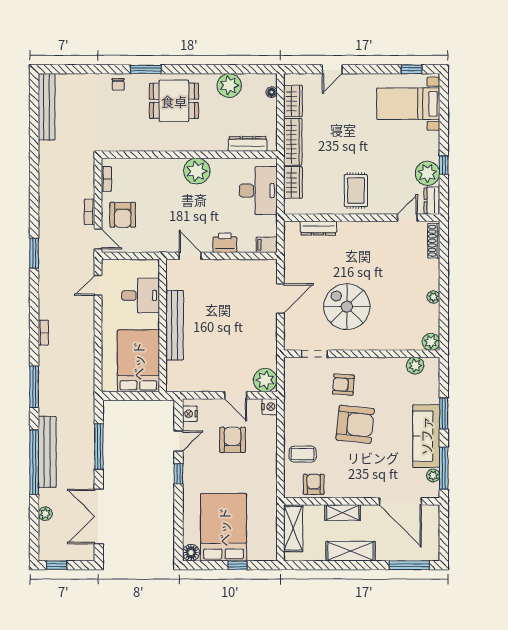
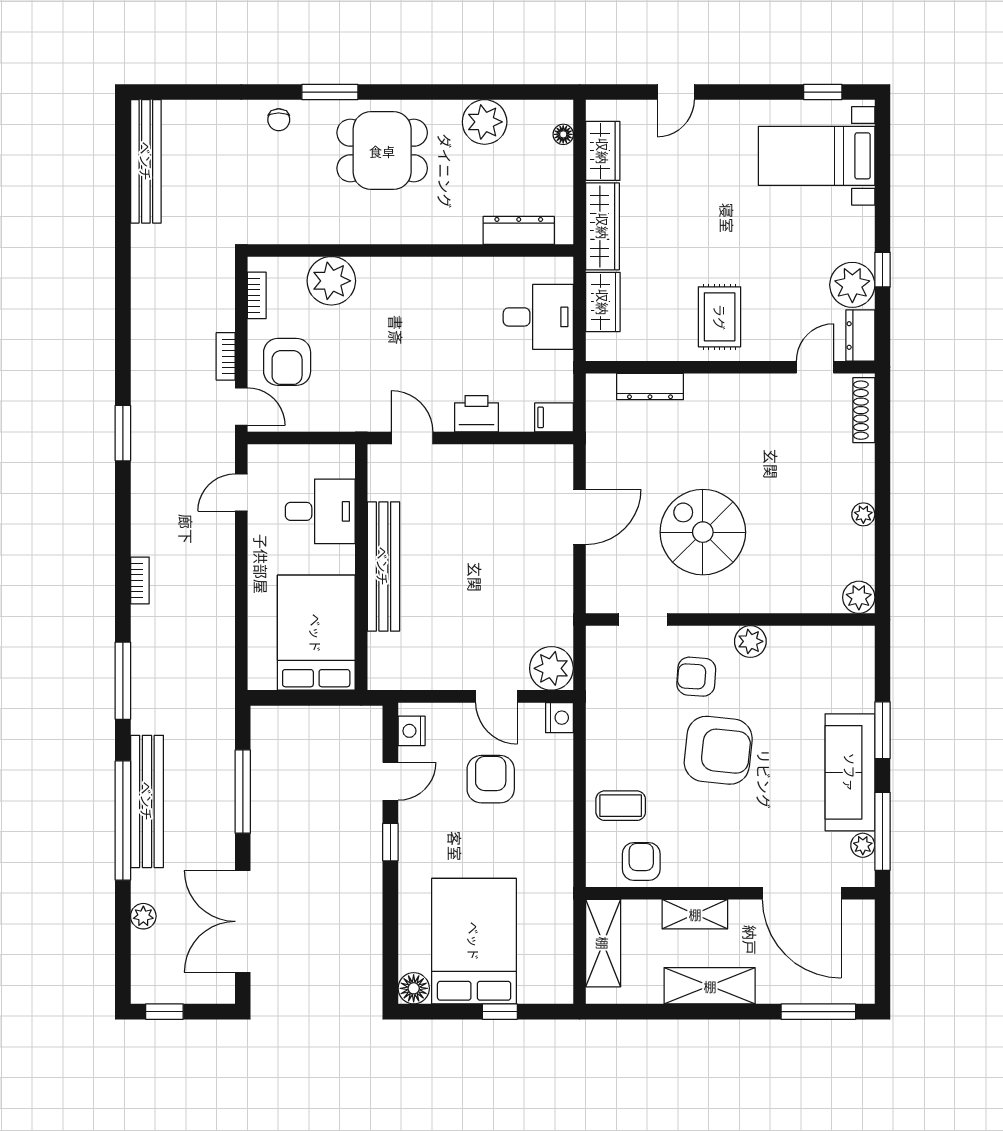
plant: (197, 171) -> (331, 281), moved
desk: (258, 191) -> (538, 317), width x0.73
plant: (415, 366) -> (750, 641), moved

